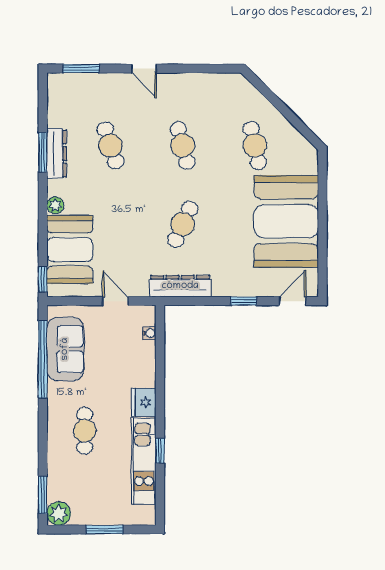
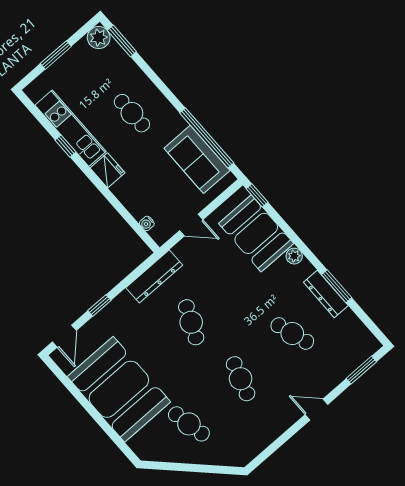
cafe table: (183, 145) -> (241, 379), turned 33

